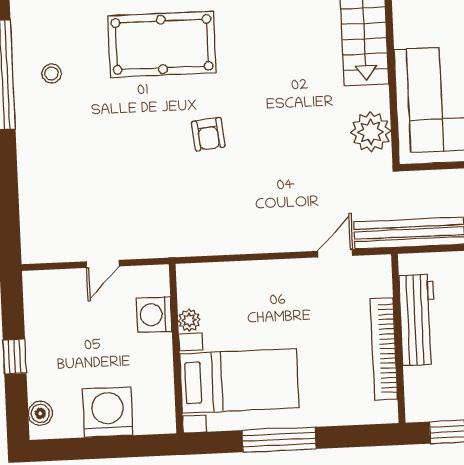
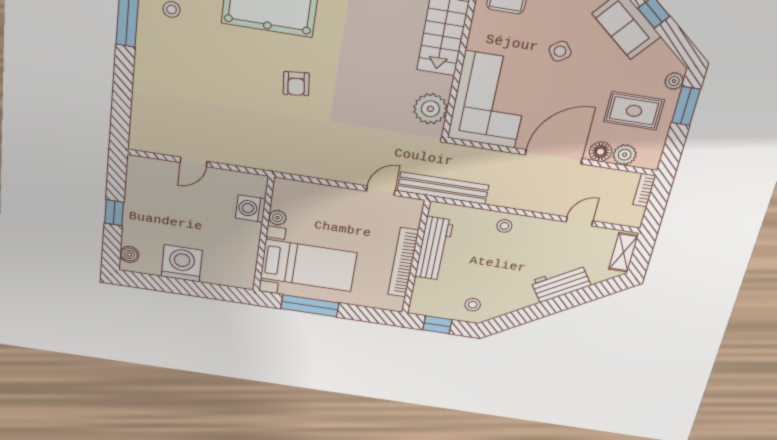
washing machine: (154, 315) -> (251, 209), moved
plant: (189, 320) -> (278, 218), moved
wall: (176, 349) -> (264, 235), moved
bed with nightstands: (239, 381) -> (308, 266), moved

